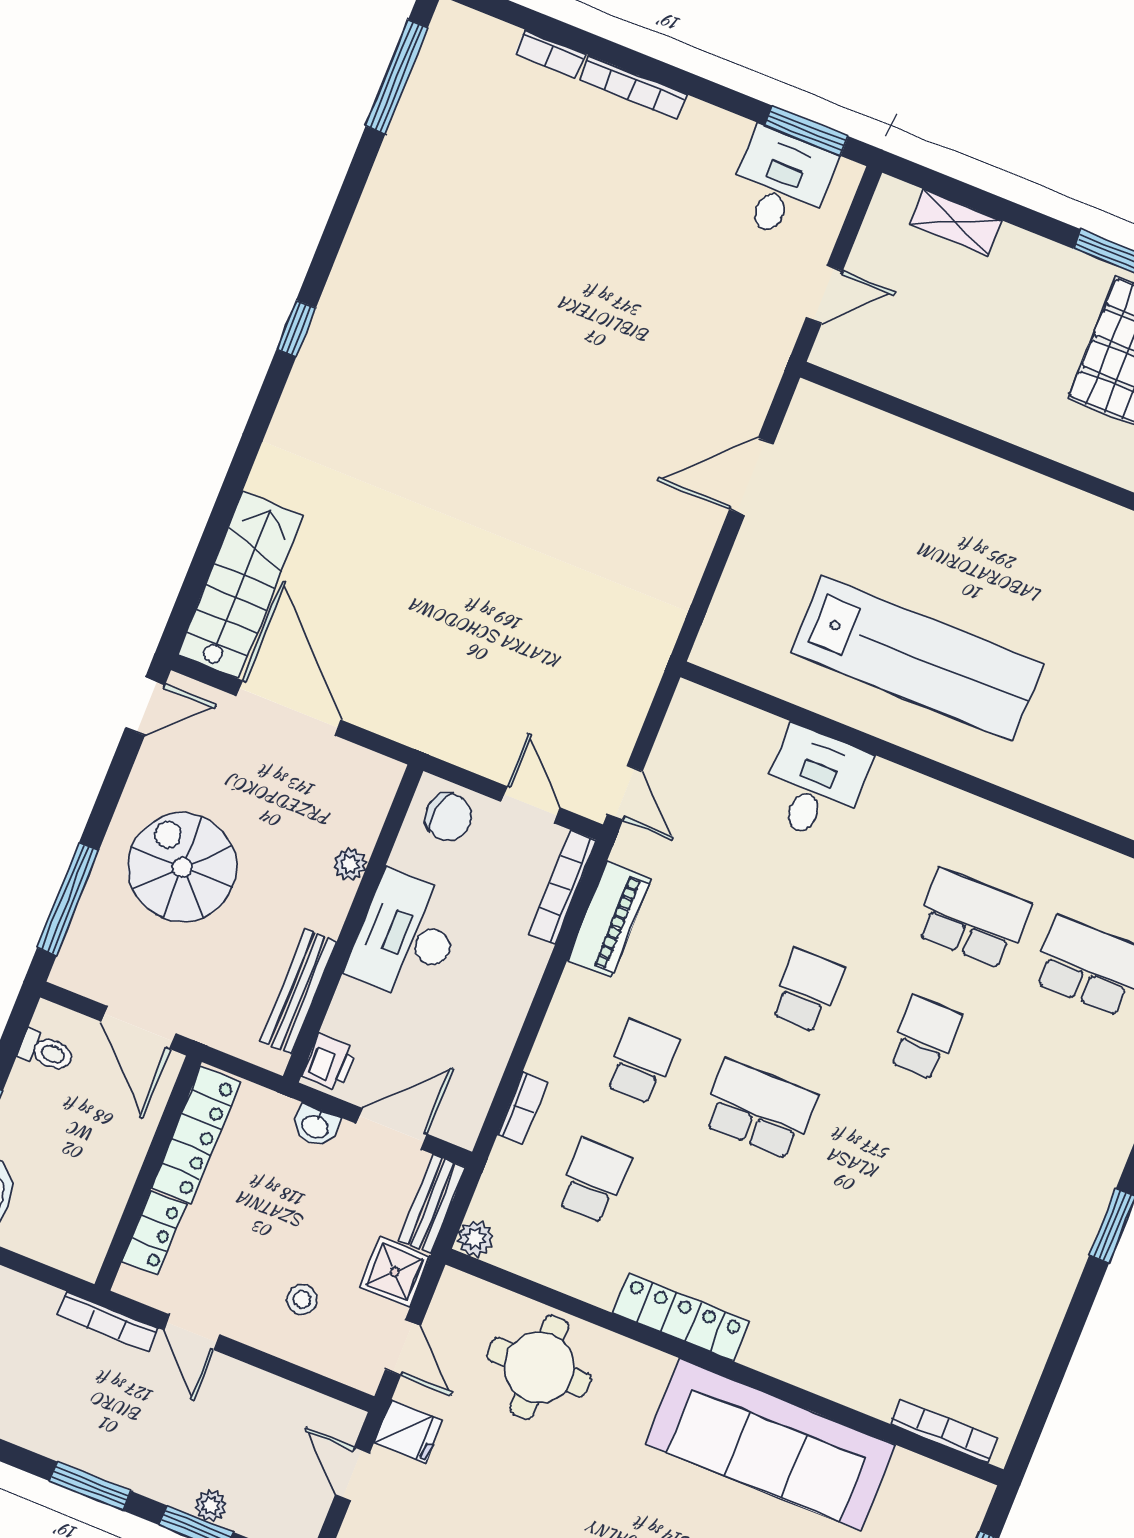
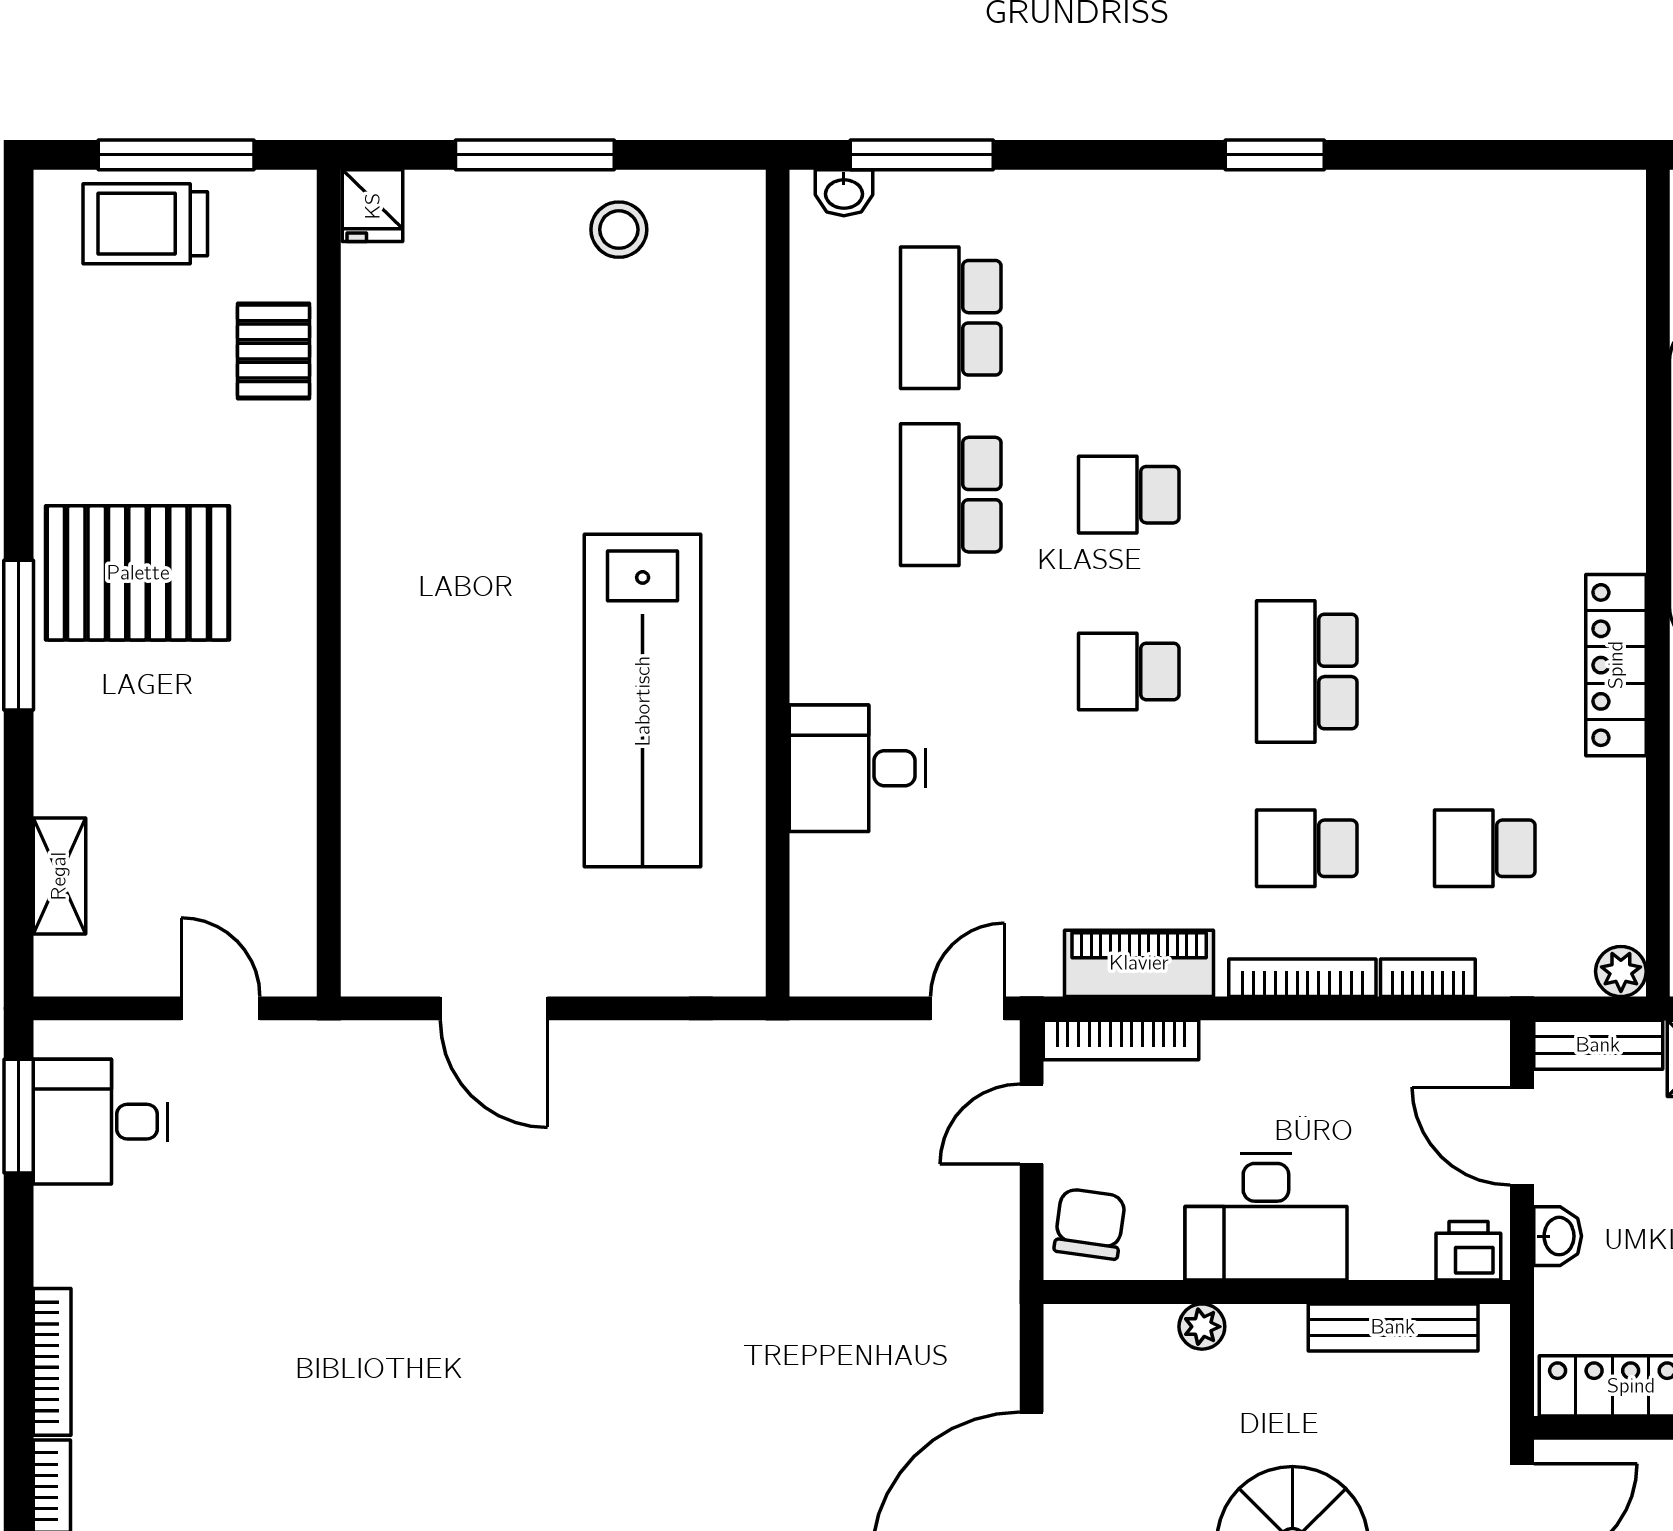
lab bench: (917, 658) -> (643, 701), turned 180
bookcase: (944, 1431) -> (1302, 978), moved, turned 90

